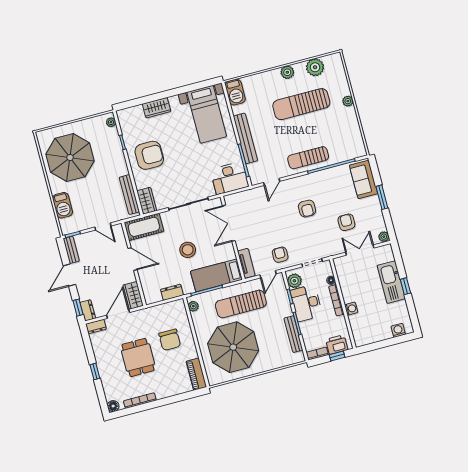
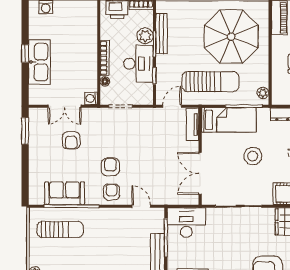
sun lounger: (308, 158) -> (60, 229), moved
sofa: (363, 179) -> (65, 193), moved, turned -90
door: (272, 182) -> (141, 206), hinge flipped
window: (382, 197) -> (25, 131), moved
double door: (229, 223) -> (200, 173), swing flipped
plant: (384, 237) -> (35, 114), removed
armchair: (280, 255) -> (111, 192), moved, turned 180
plant: (294, 281) -> (145, 36), moved
washing machine: (351, 309) -> (91, 98), moved

